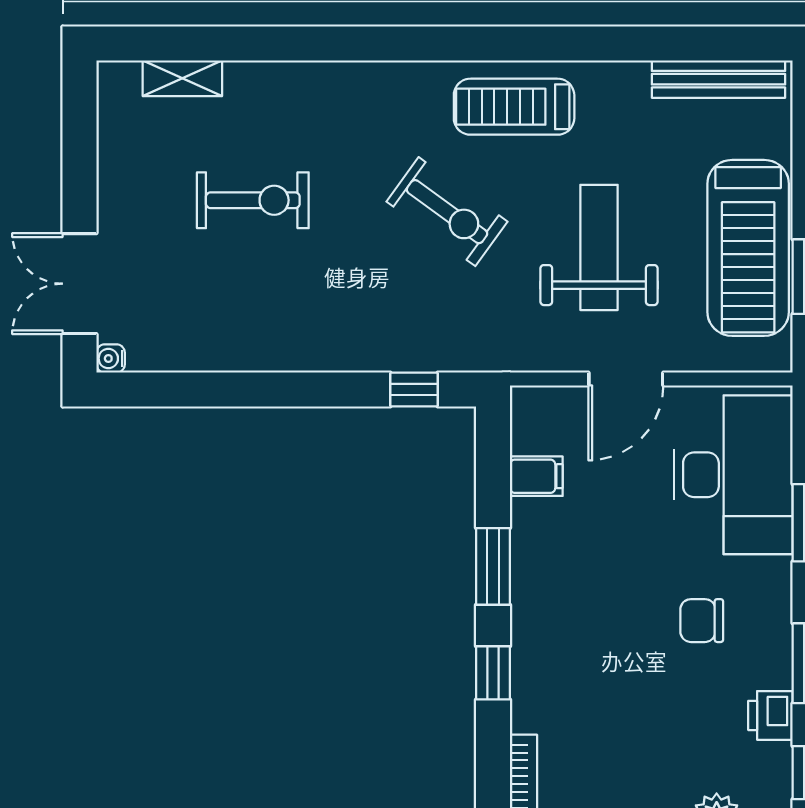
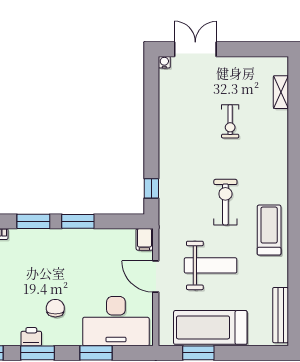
exercise bike: (253, 200) -> (230, 121), width x0.73, depth x0.72
exercise bike: (447, 212) -> (225, 202), turned 144
filing cabinet: (536, 476) -> (144, 239), moved
window: (493, 673) -> (33, 221), width x1.50
printer: (770, 715) -> (31, 337), moved

